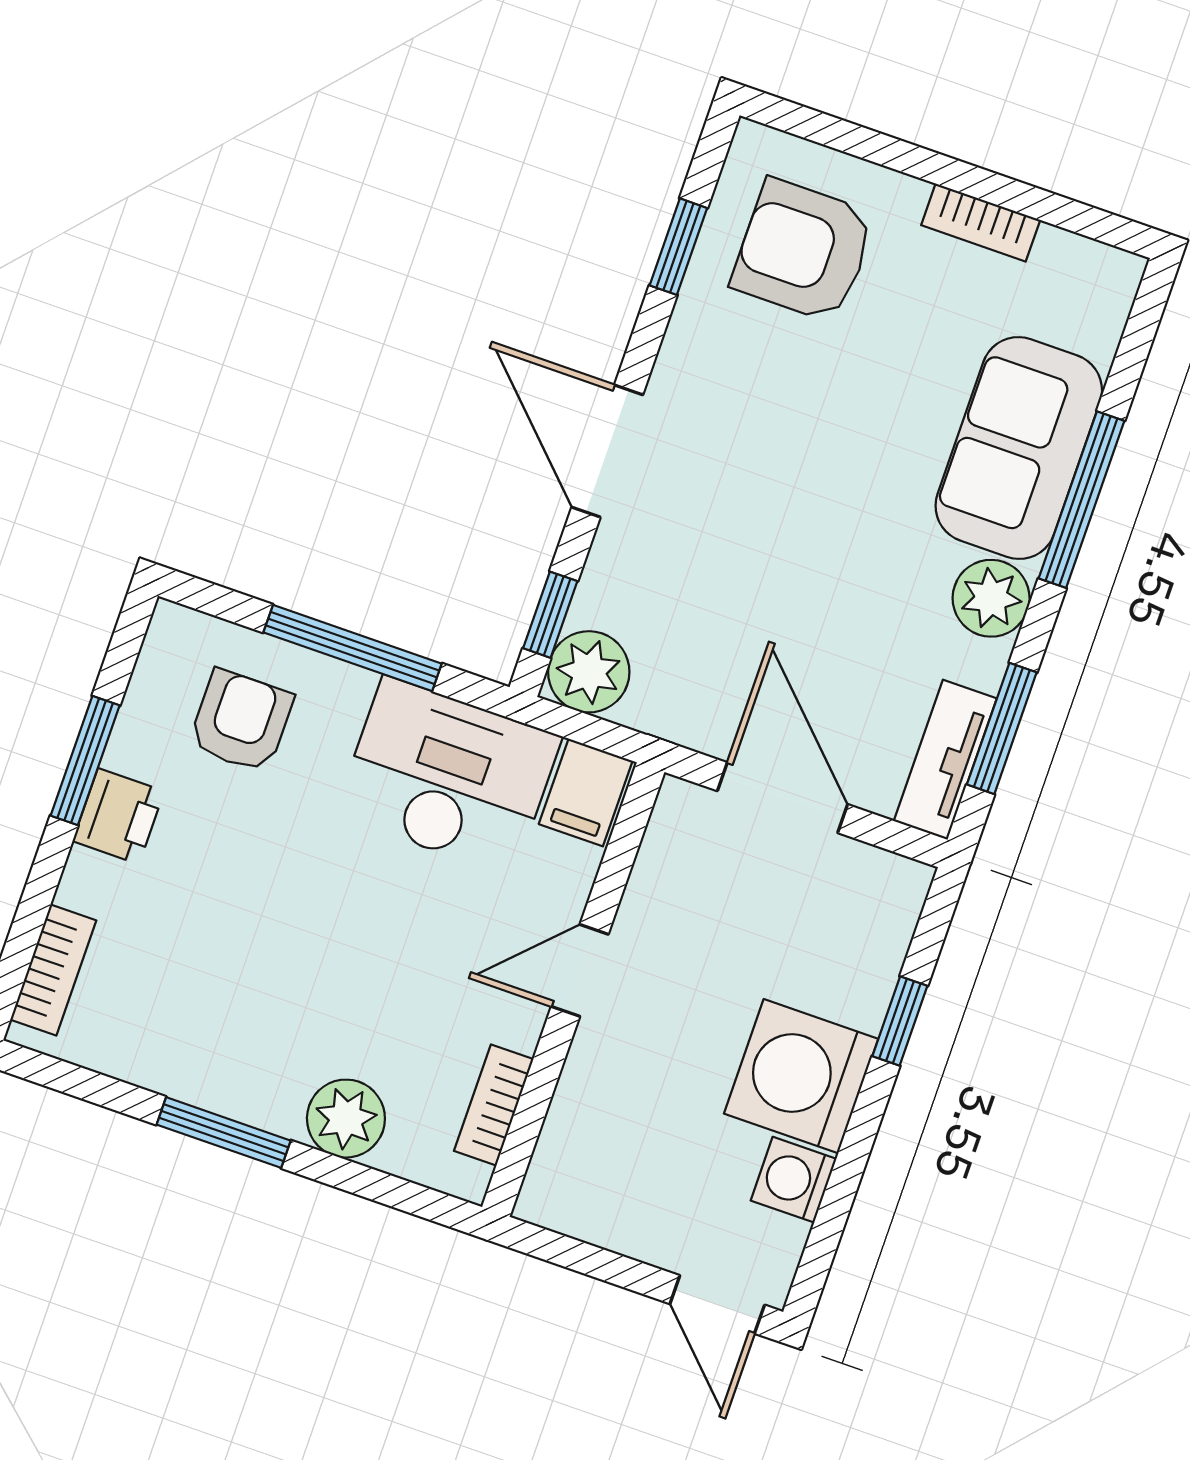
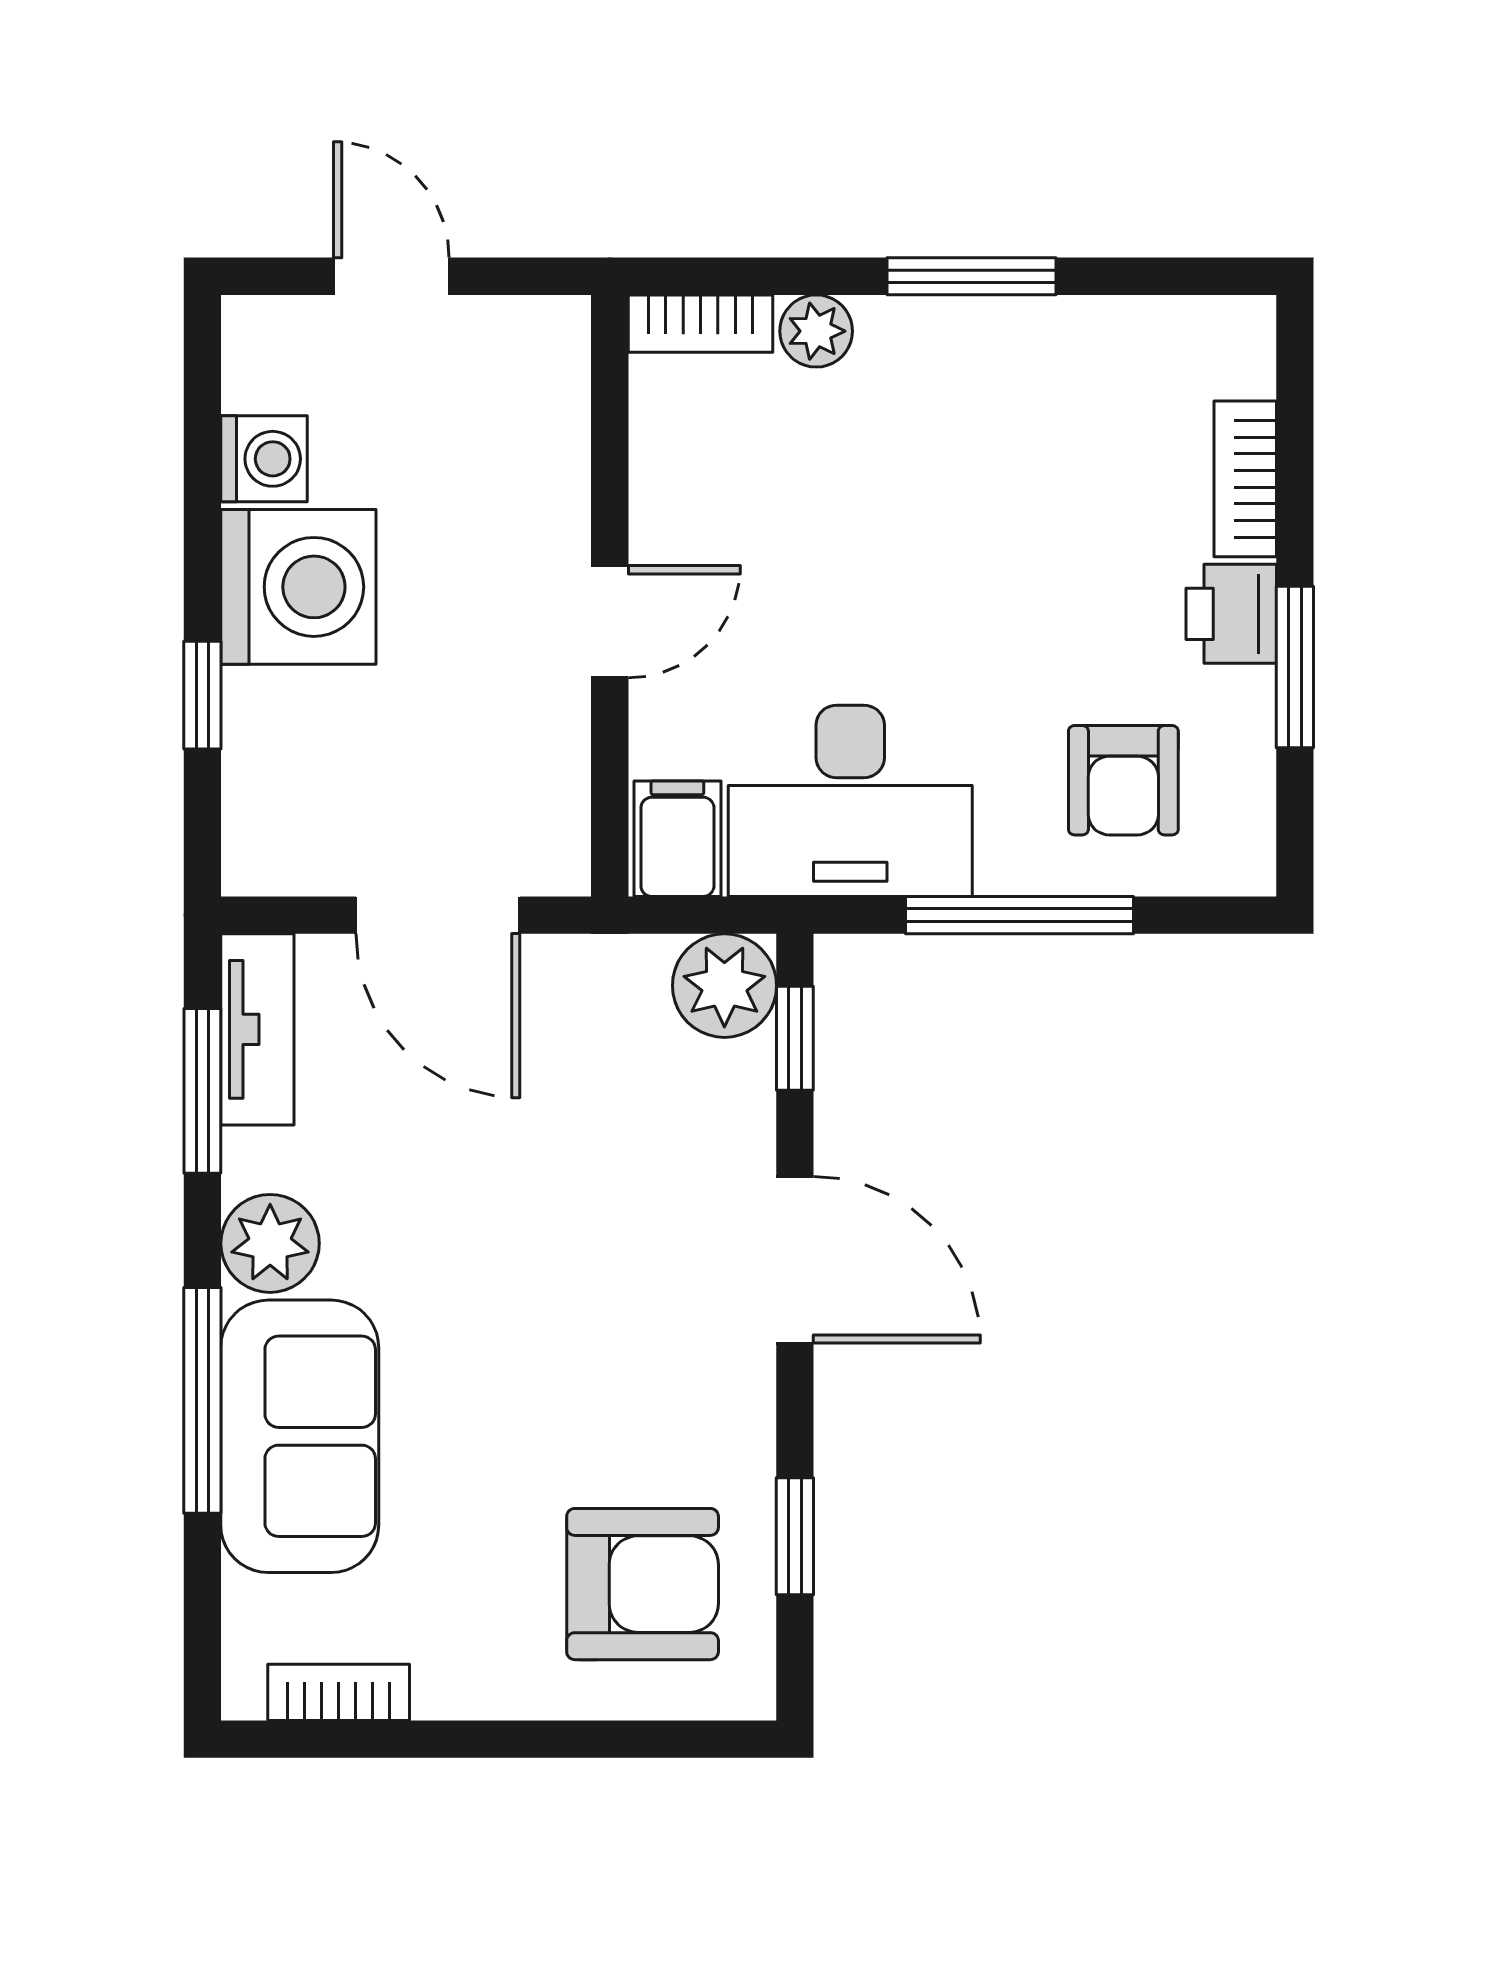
bookcase: (981, 223) -> (339, 1692), moved
bookcase: (53, 970) -> (1245, 479), moved
bookcase: (494, 1105) -> (700, 324), moved, turned 90
plant: (346, 1119) -> (816, 331), width x0.73, depth x0.73
door: (717, 1304) -> (391, 276), moved

